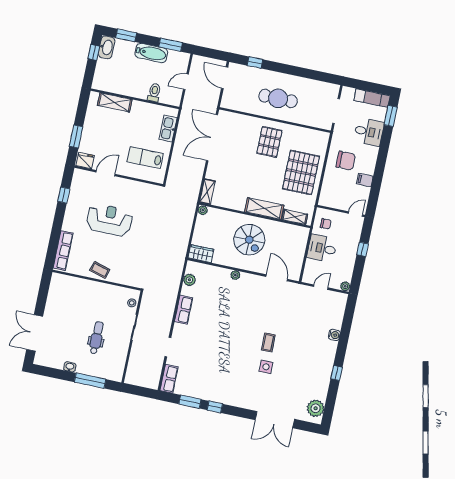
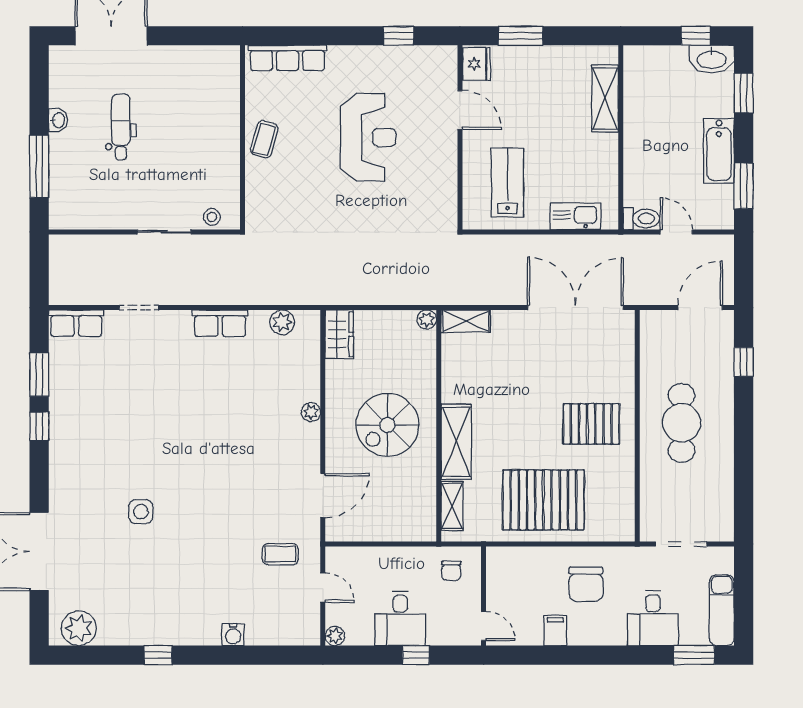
toilet: (154, 93) -> (641, 218), moved
desk: (322, 248) -> (400, 618), moved, turned 180
dental chair: (97, 338) -> (121, 127), moved, turned -90
coffee table: (268, 342) -> (280, 554), moved

